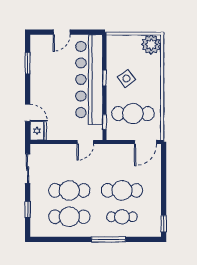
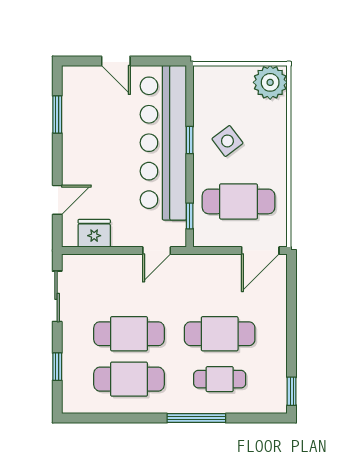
door: (62, 32) -> (116, 61), hinge flipped
door: (28, 113) -> (57, 200), hinge flipped
fridge: (38, 131) -> (94, 233), moved, turned -90

